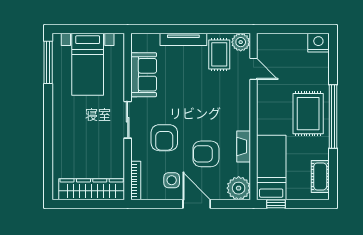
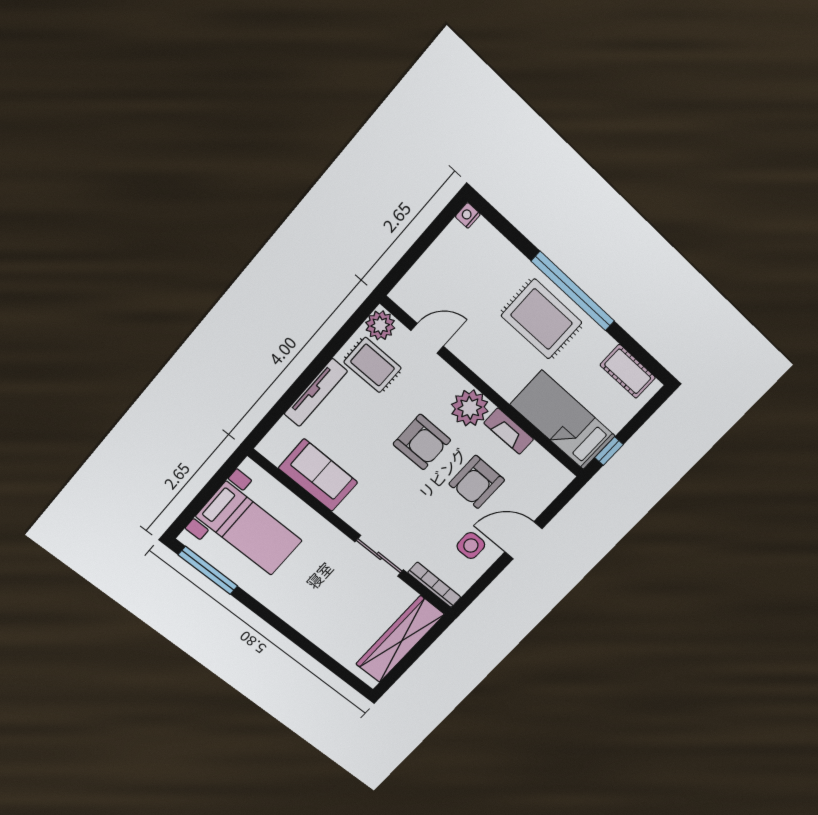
nightstand: (318, 43) -> (468, 215), width x0.53, depth x0.56
sliding door: (128, 120) -> (379, 556), moved
armchair: (164, 138) -> (422, 442), moved
plant: (239, 188) -> (470, 408), moved

